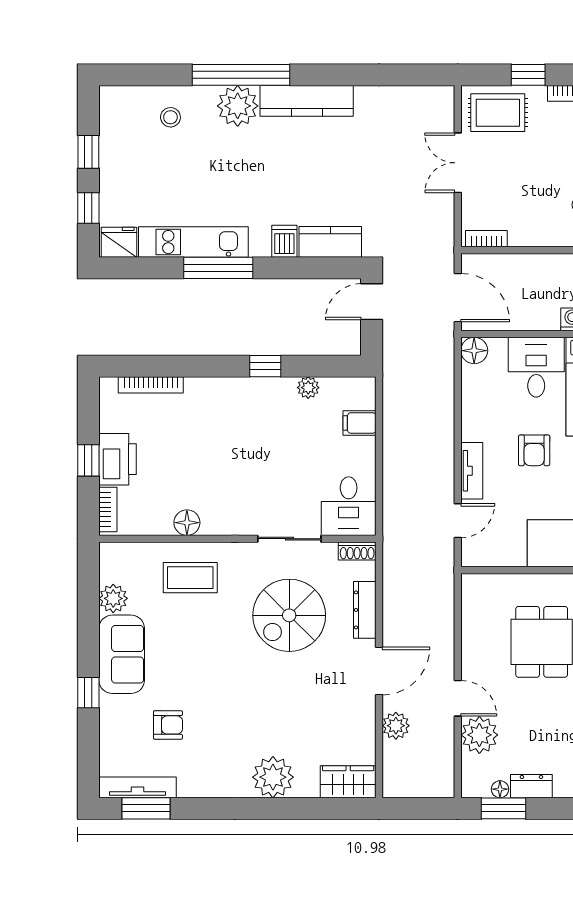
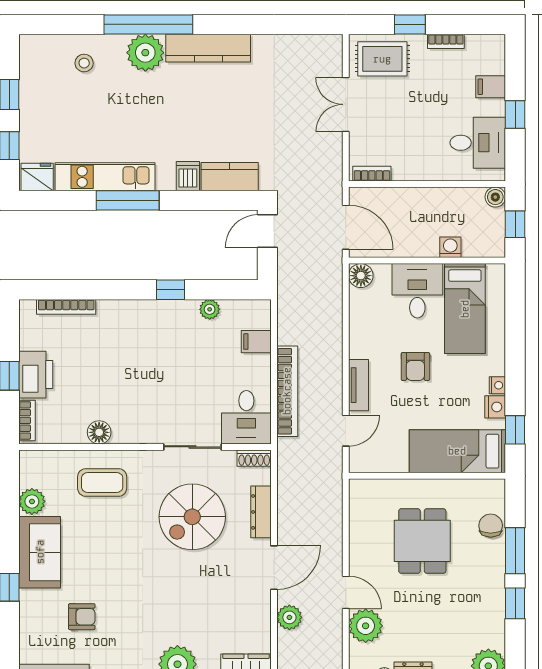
bookcase: (393, 478) -> (287, 391), added

